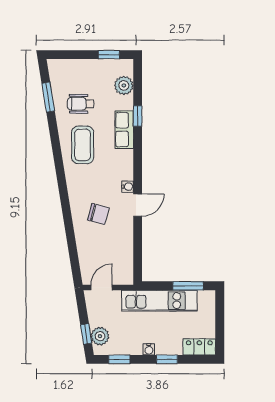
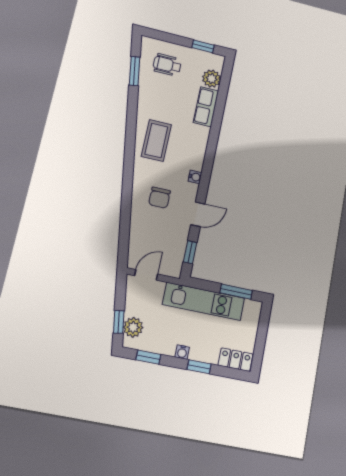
wheelchair: (81, 104) -> (167, 65), moved
window: (138, 116) -> (190, 252), moved
row of seats: (124, 130) -> (206, 107), moved
coffee table: (83, 145) -> (156, 140), moved
door: (138, 205) -> (198, 214), moved
chair: (98, 214) -> (159, 198), turned 75

